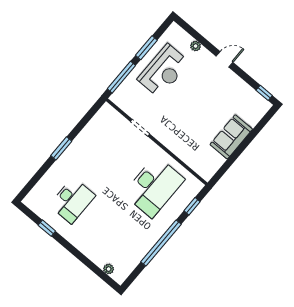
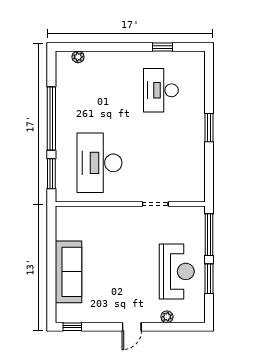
reception desk: (164, 71) -> (177, 271), turned 180
sofa: (231, 137) -> (68, 272), width x1.36
window: (192, 206) -> (51, 174), width x1.50

